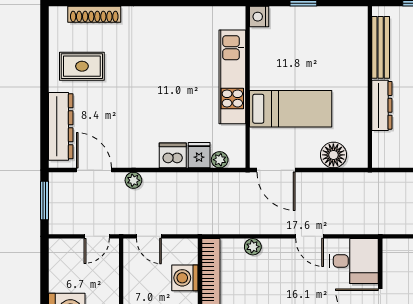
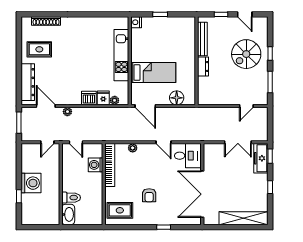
dresser: (382, 105) -> (203, 66), width x0.70

